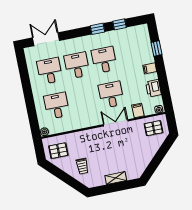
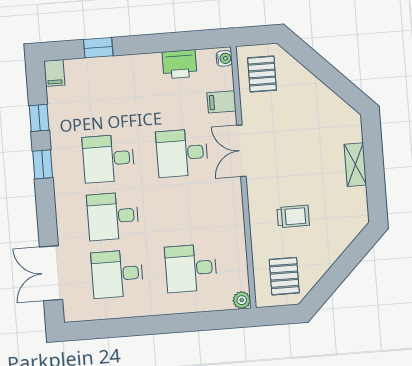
filing cabinet: (150, 68) -> (54, 73), moved
trolley: (82, 166) -> (293, 216), moved

